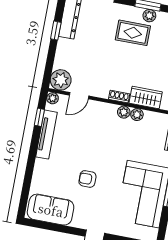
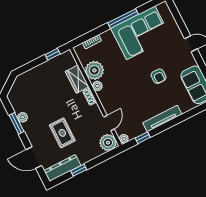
rug: (133, 33) -> (62, 133), moved
door: (79, 96) -> (109, 123), hinge flipped
plant: (137, 115) -> (94, 70), width x1.88, depth x1.88
tv unit: (47, 135) -> (162, 118), moved

